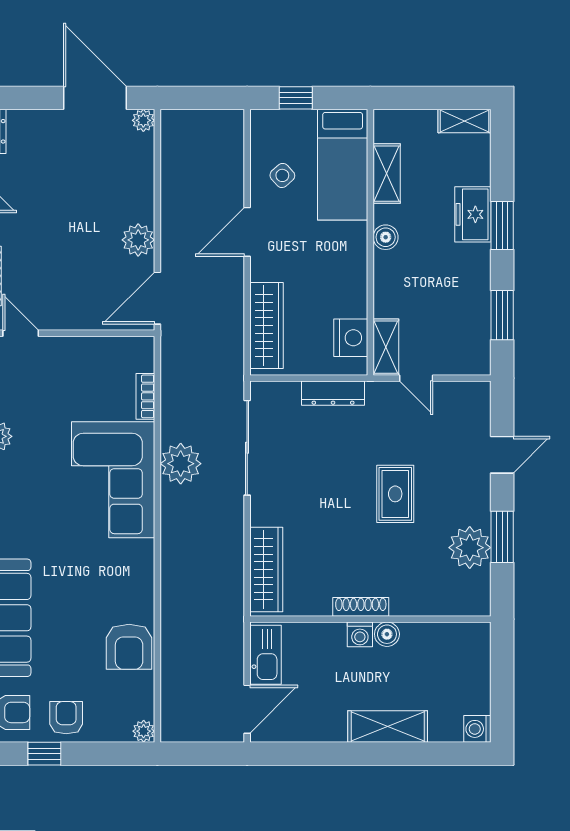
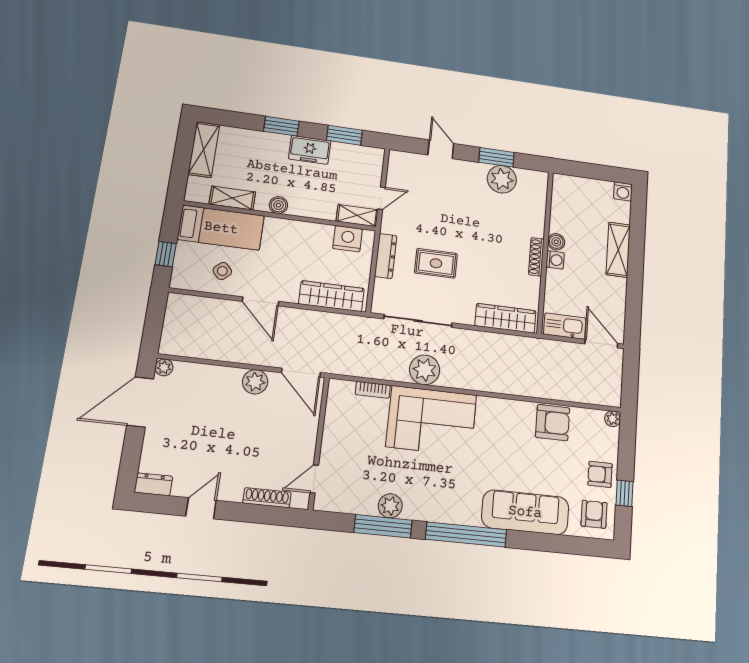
shelving: (464, 121) -> (204, 149), width x1.50, depth x1.33
freezer: (473, 214) -> (310, 150), moved
rug: (395, 494) -> (436, 263), moved

